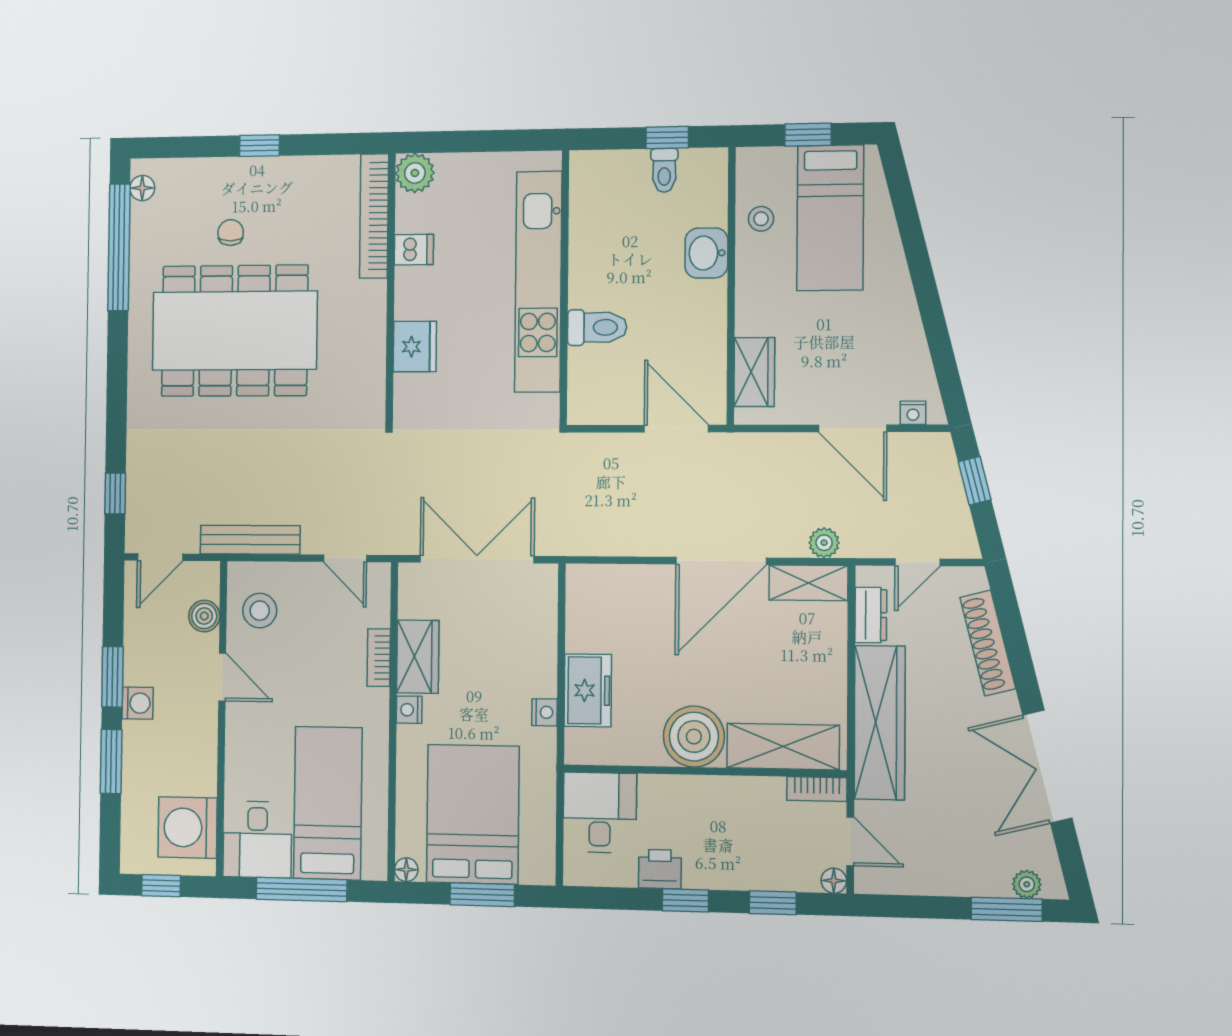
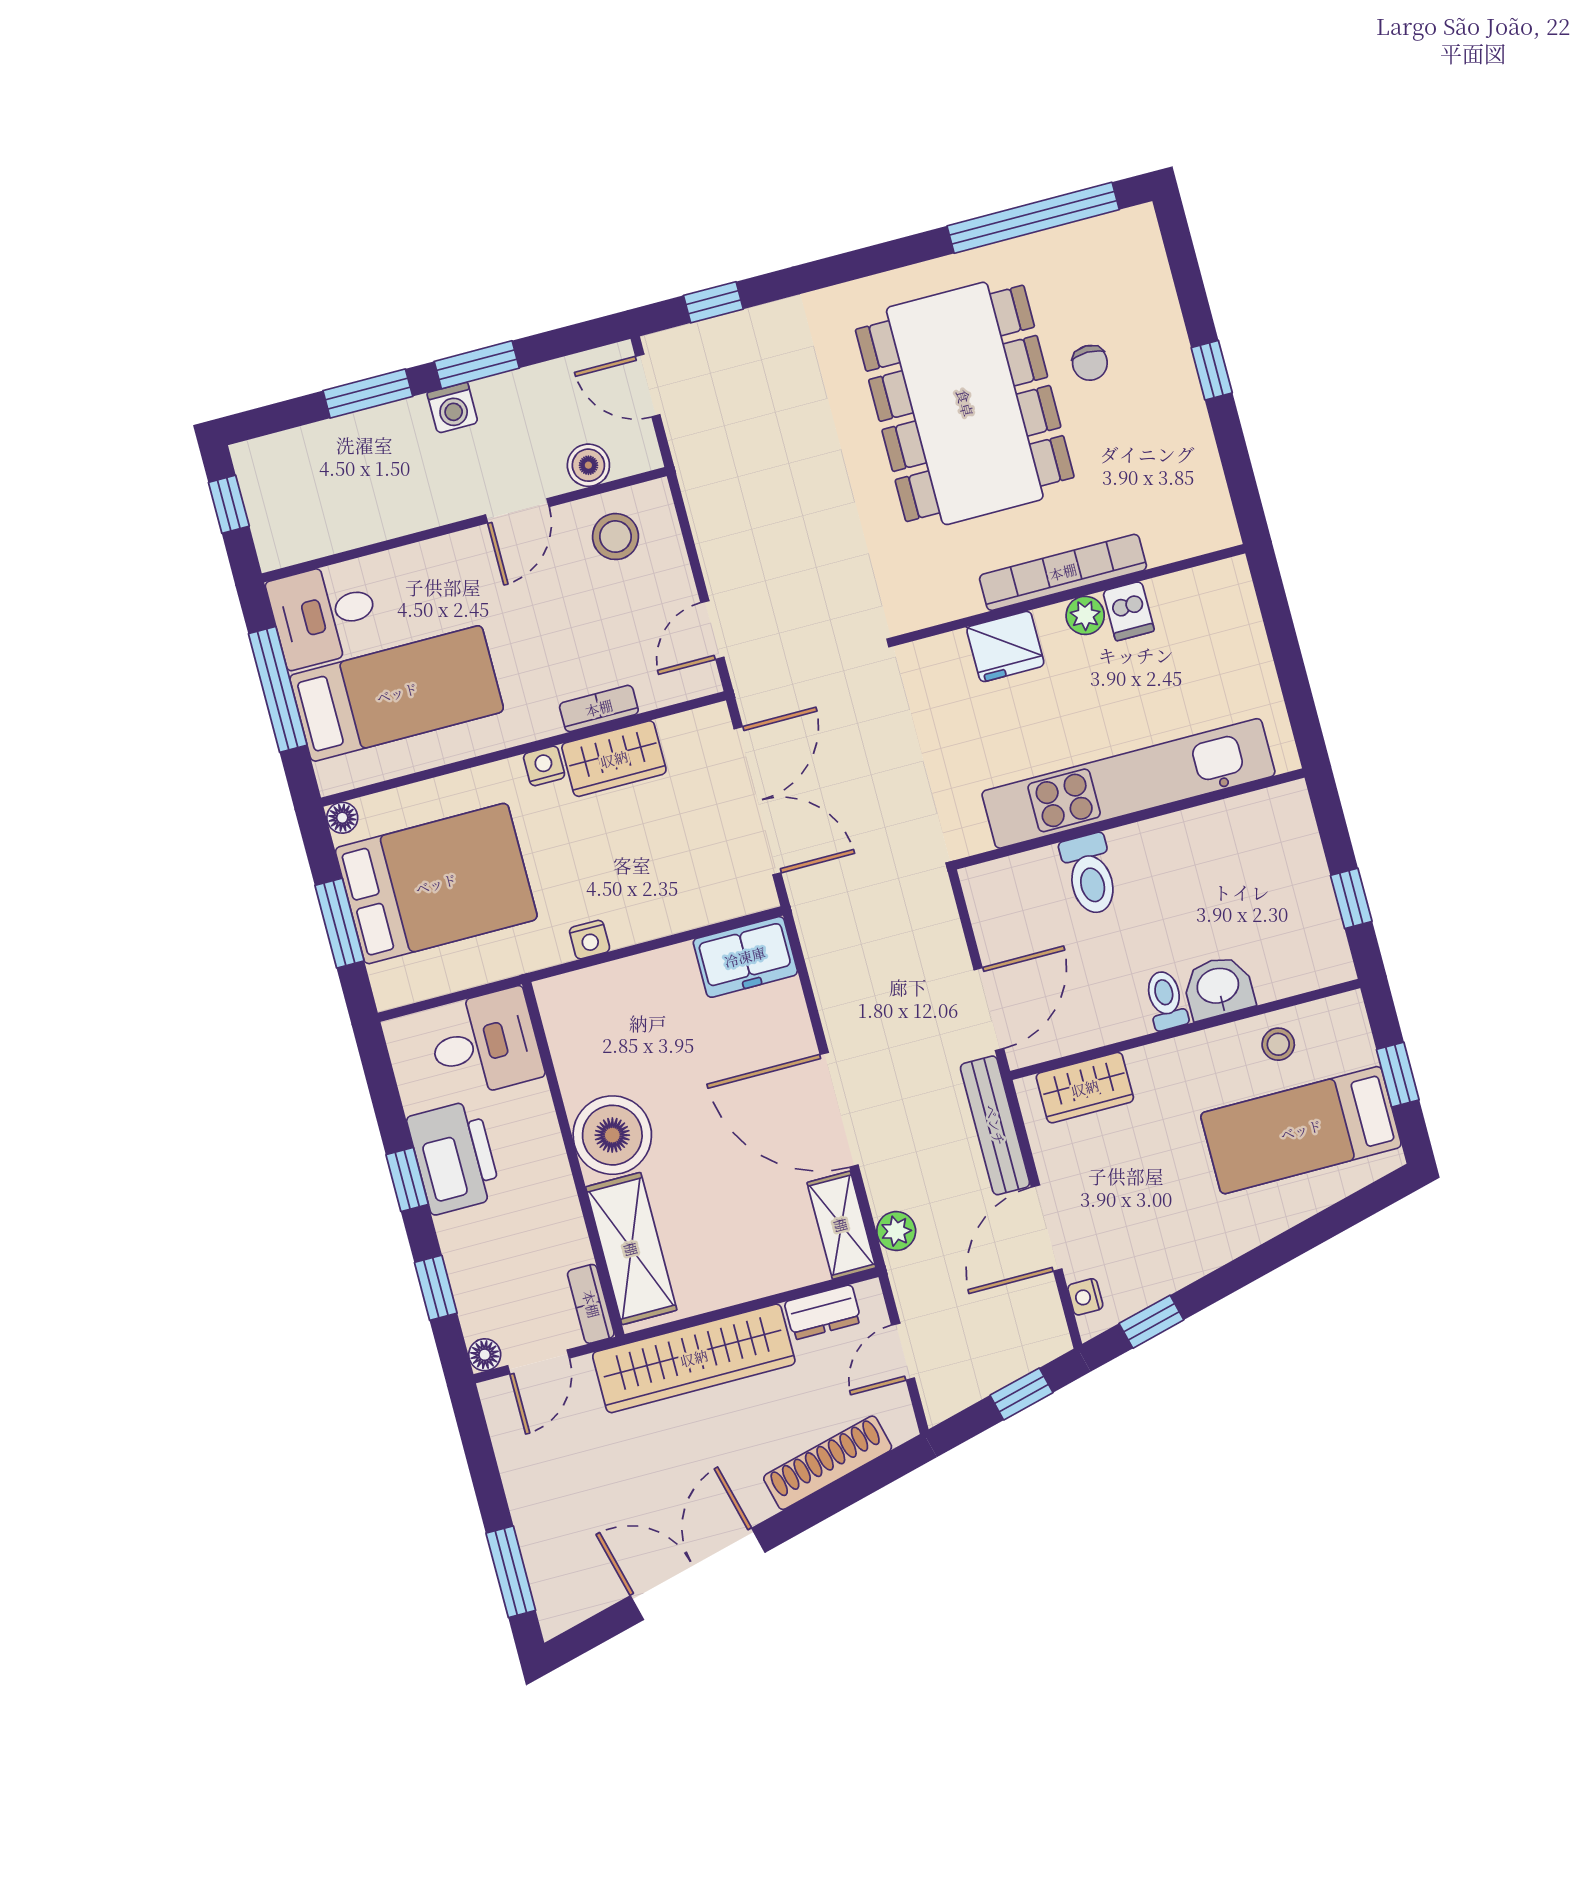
toilet: (664, 170) -> (1166, 1000), moved, turned 90
plant: (415, 173) -> (1085, 615), moved, width x0.73, depth x0.73
floor lamp: (142, 188) -> (1118, 228), removed
bookcase: (374, 216) -> (1063, 572), moved
chair: (231, 233) -> (1090, 363), turned 90
window: (946, 367) -> (1151, 1322), added
bench: (250, 540) -> (995, 1125), moved
door: (917, 562) -> (903, 1352), hinge flipped
freezer: (588, 690) -> (745, 957), moved
washing machine: (188, 828) -> (313, 519), removed
printer: (660, 869) -> (454, 1157), width x1.87, depth x1.48
plant: (1027, 884) -> (548, 1587), removed

